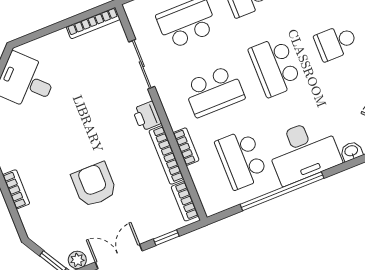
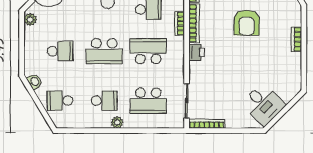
sliding door: (142, 64) -> (187, 101), moved
school desk: (275, 67) -> (104, 51), turned 90

